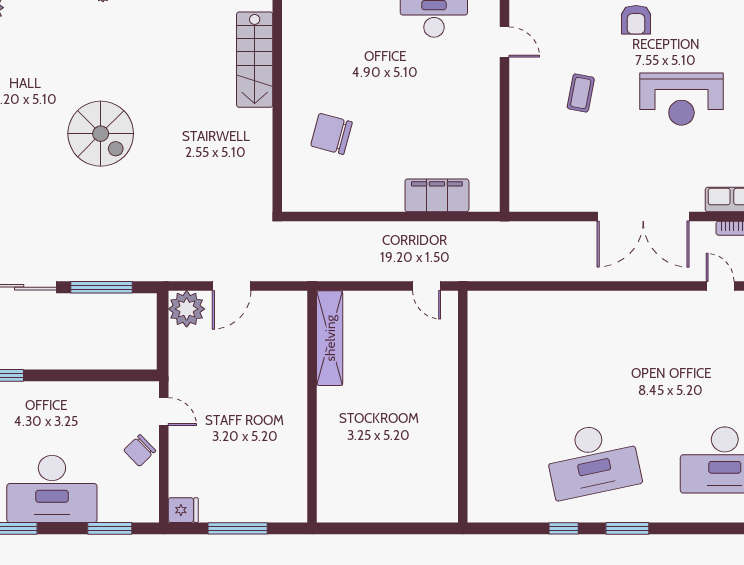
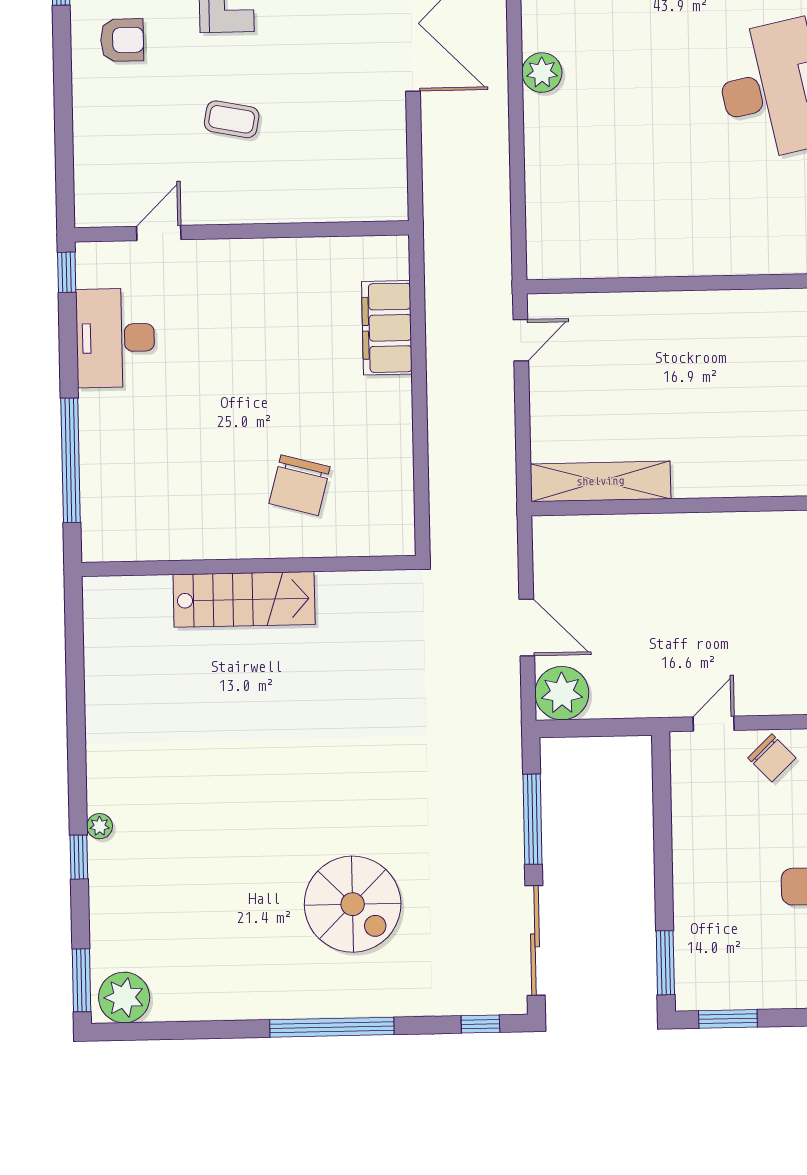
stairs: (255, 60) -> (244, 599), moved
spiral stairs: (101, 134) -> (353, 904), moved, turned 90
plant: (608, 304) -> (542, 73), added

